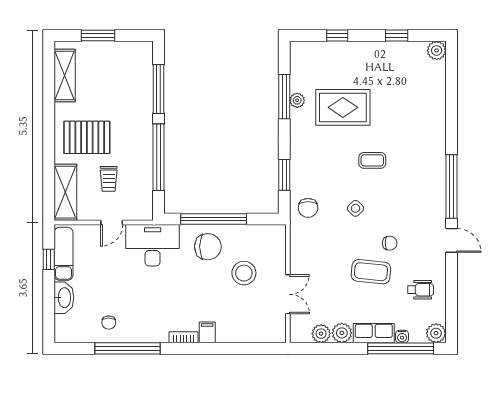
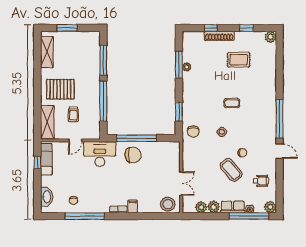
shoe rack: (351, 49) -> (219, 36), added
rug: (343, 107) -> (239, 60), moved, width x0.73, depth x0.70
coffee table: (371, 272) -> (231, 170), turned 44
stool: (244, 273) -> (168, 204), moved
washbasin: (64, 298) -> (46, 197), moved

